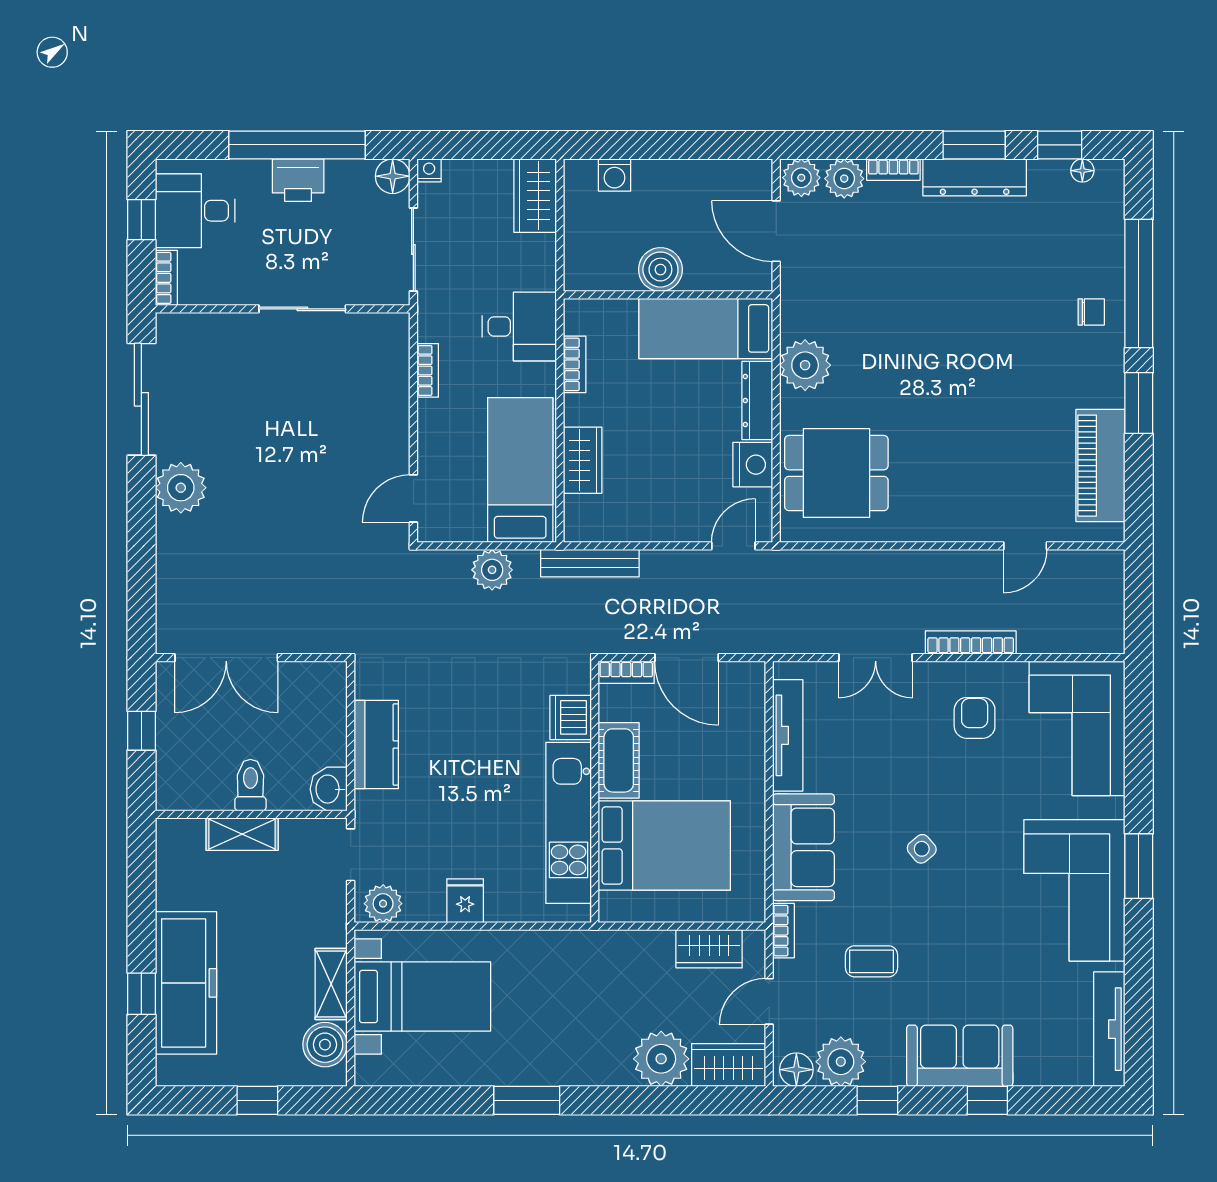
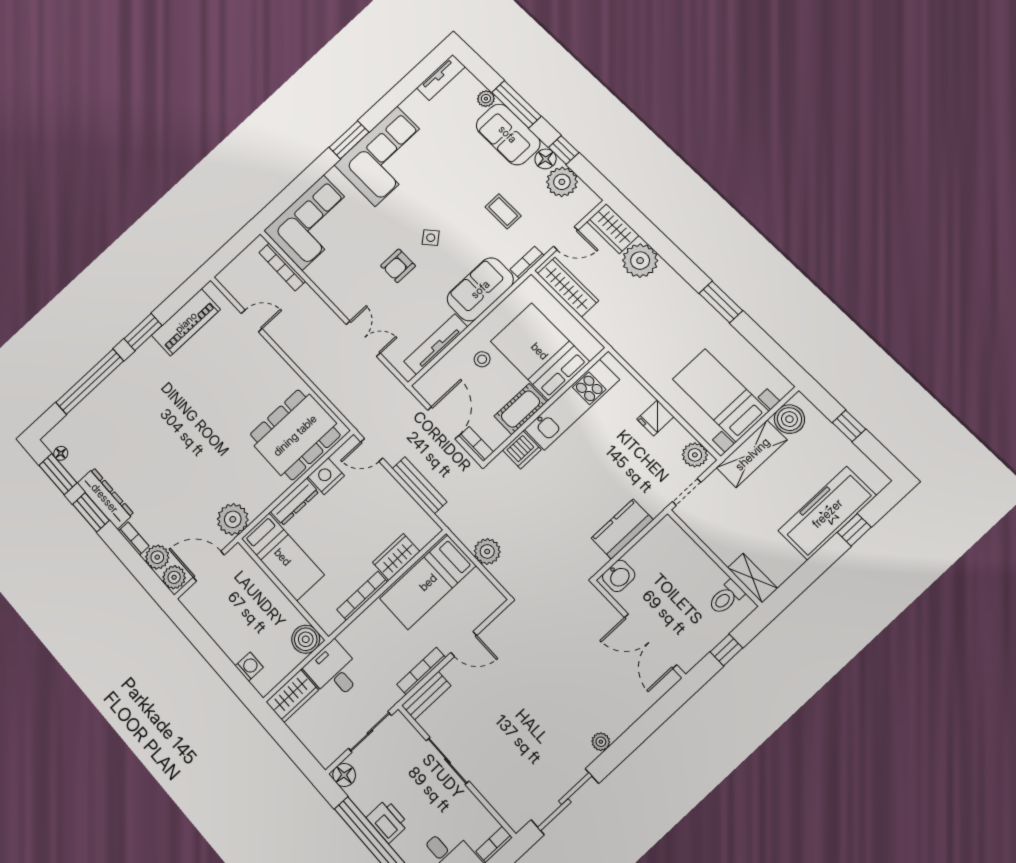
window: (1060, 145) -> (58, 474), width x1.50
nightstand: (429, 170) -> (326, 759), removed
door: (776, 231) -> (209, 566), swing flipped
boiler: (660, 270) -> (306, 639), moved
chair: (1091, 312) -> (121, 390), removed
desk: (519, 326) -> (334, 671), moved
bench: (395, 351) -> (426, 696), added
bookcase: (575, 364) -> (362, 596), width x1.56
plant: (805, 365) -> (233, 519), moved
bookcase: (428, 370) -> (421, 671), width x1.56
dining table: (836, 473) -> (295, 435), width x1.37
plant: (181, 488) -> (601, 742), width x0.53, depth x0.53
door: (413, 498) -> (464, 644), moved
bench: (590, 563) -> (419, 485), moved
bookcase: (971, 642) -> (282, 267), moved
double door: (226, 658) -> (650, 641), swing flipped
armchair: (975, 718) -> (398, 266), moved
stool: (719, 772) -> (482, 359), added
toilet: (250, 785) -> (726, 597), moved
washbasin: (329, 789) -> (619, 576), moved
shelving: (242, 834) -> (752, 578), moved
wardrobe: (709, 949) -> (568, 287), width x1.50
shelving: (331, 984) -> (752, 454), width x1.50, depth x1.33
tv unit: (1109, 1029) -> (441, 77), width x0.71
floor lamp: (796, 1070) -> (546, 159), moved
plant: (1030, 1072) -> (486, 99), added
window: (987, 1100) -> (516, 104), width x2.17

